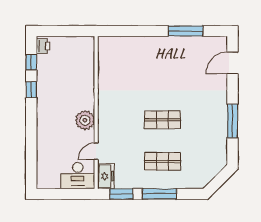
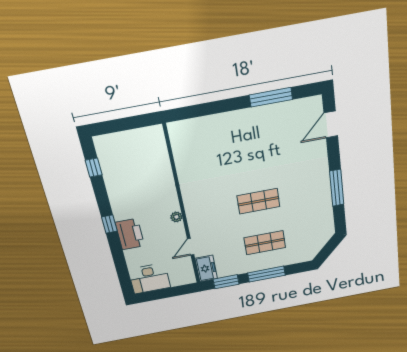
printer: (43, 46) -> (130, 234), moved, width x1.87, depth x1.48
window: (31, 90) -> (109, 224), moved
plant: (85, 120) -> (176, 217), width x0.53, depth x0.53
desk: (78, 176) -> (149, 279), moved

